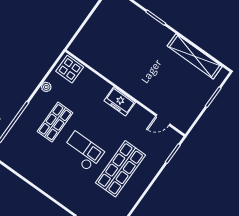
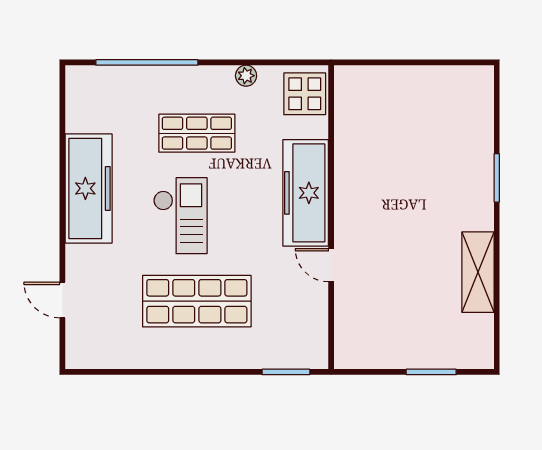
shelving: (195, 56) -> (478, 272), width x0.68
freezer: (120, 101) -> (306, 193), width x1.91, depth x1.26
door: (163, 120) -> (331, 265), moved
freezer: (46, 180) -> (89, 188), added

